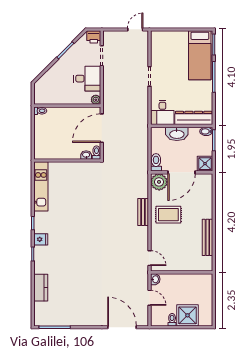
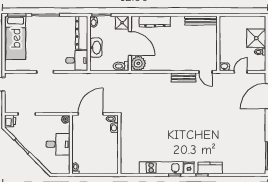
bed: (200, 55) -> (16, 38), moved, turned 90
desk: (87, 79) -> (58, 144), moved, turned 90
door: (102, 128) -> (91, 114), swing flipped
kitchen unit: (41, 186) -> (161, 168), moved
dresser: (206, 201) -> (155, 22), added
bench: (143, 212) -> (183, 78), moved
rug: (168, 215) -> (167, 55), removed
bench: (207, 237) -> (201, 21), moved
door: (149, 258) -> (206, 72), swing flipped
kitchen counter: (41, 288) -> (210, 168), moved

